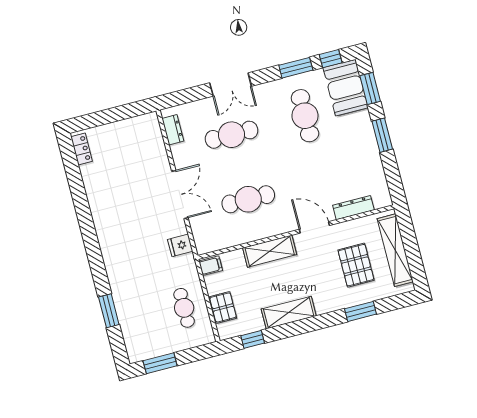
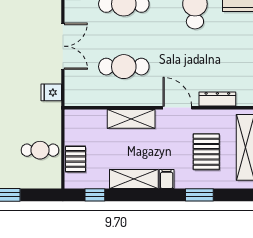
filing cabinet: (211, 266) -> (167, 179), moved, turned -90
cafe table: (184, 308) -> (40, 150), turned 90

